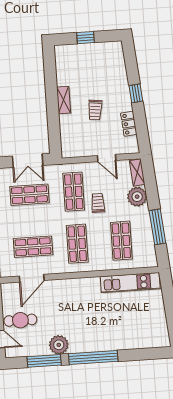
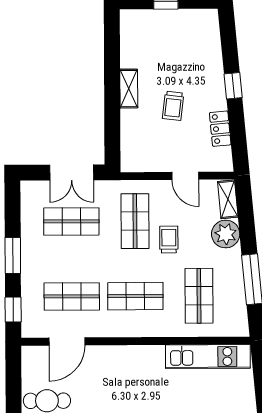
shop shelf: (77, 244) -> (135, 296), turned 90

